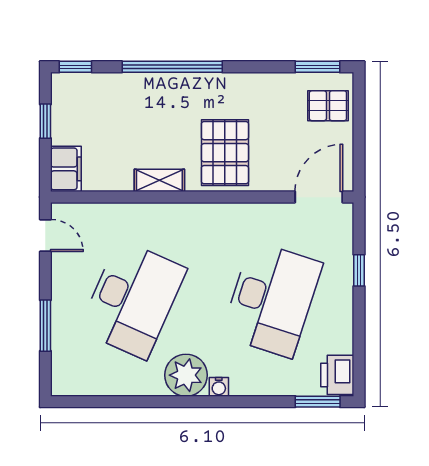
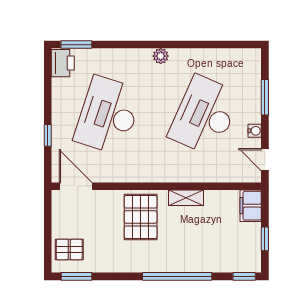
door: (319, 197) -> (76, 186), swing flipped
plant: (186, 375) -> (161, 56), width x0.53, depth x0.53
water cooler: (219, 387) -> (255, 131), moved, turned 90

